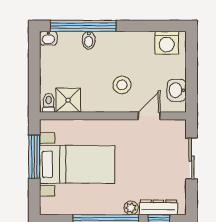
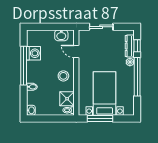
window: (83, 26) -> (24, 66), moved
washing machine: (167, 43) -> (34, 53), moved
stool: (122, 85) -> (63, 76), moved

